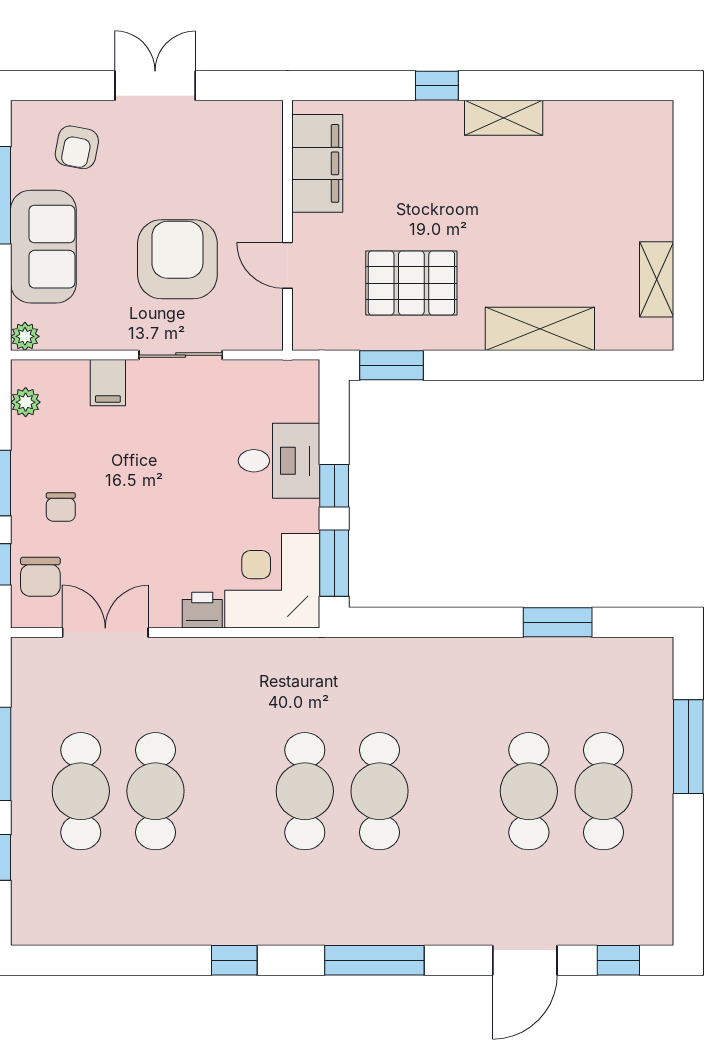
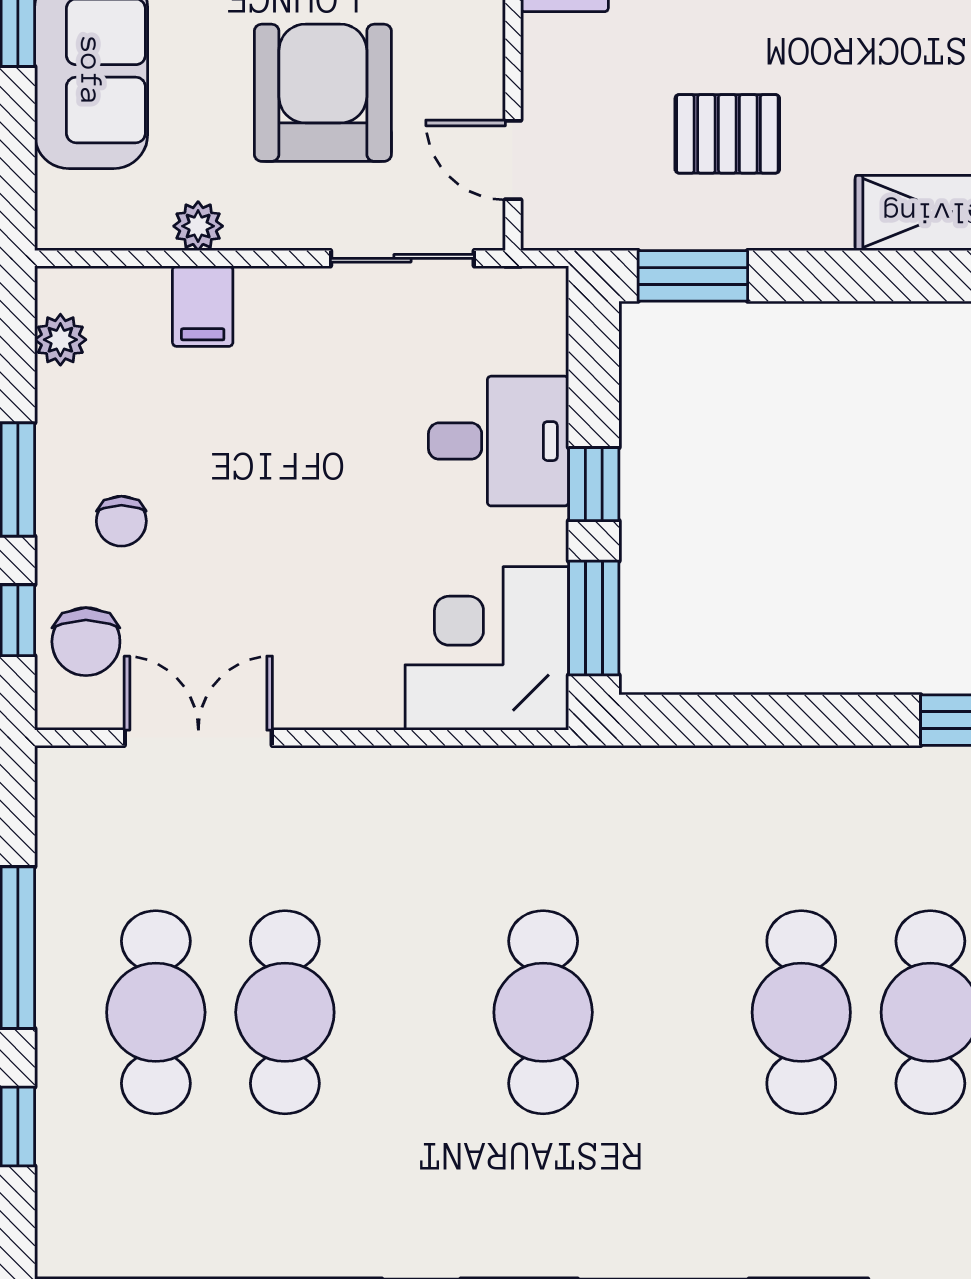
door: (287, 265) -> (513, 160), moved
pallet: (411, 283) -> (727, 134), width x0.67, depth x0.71
plant: (25, 336) -> (198, 226), moved
sliding door: (181, 355) -> (402, 258), moved
printer: (202, 610) -> (366, 699), removed
cafe table: (379, 791) -> (801, 1012), moved

